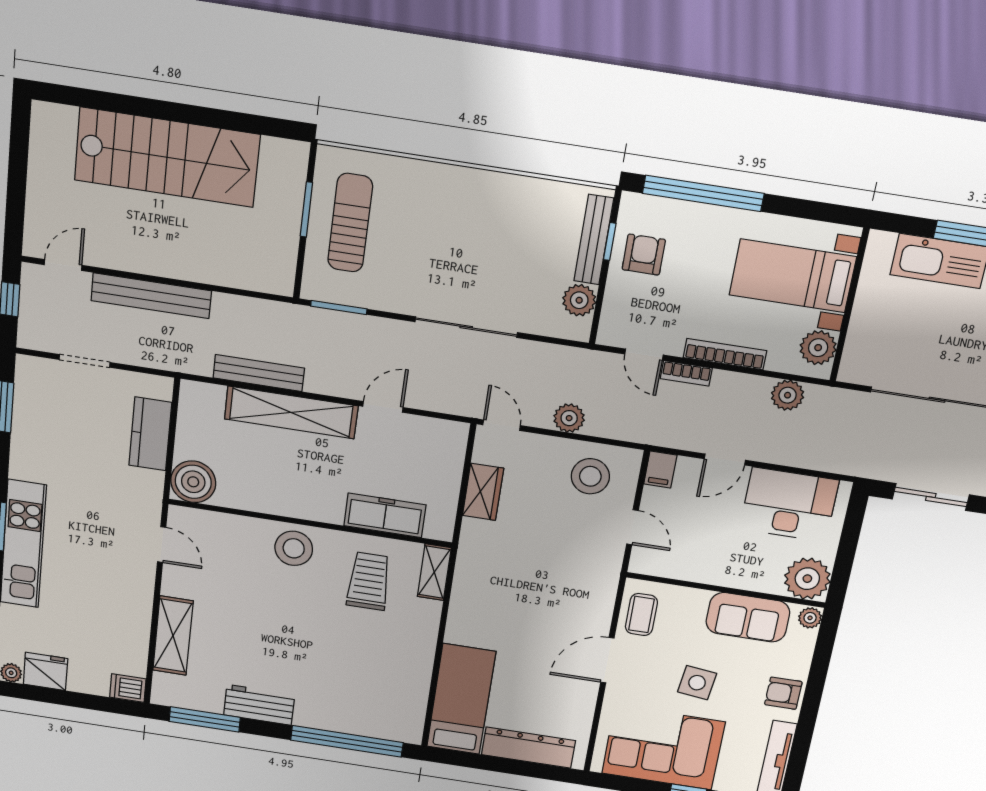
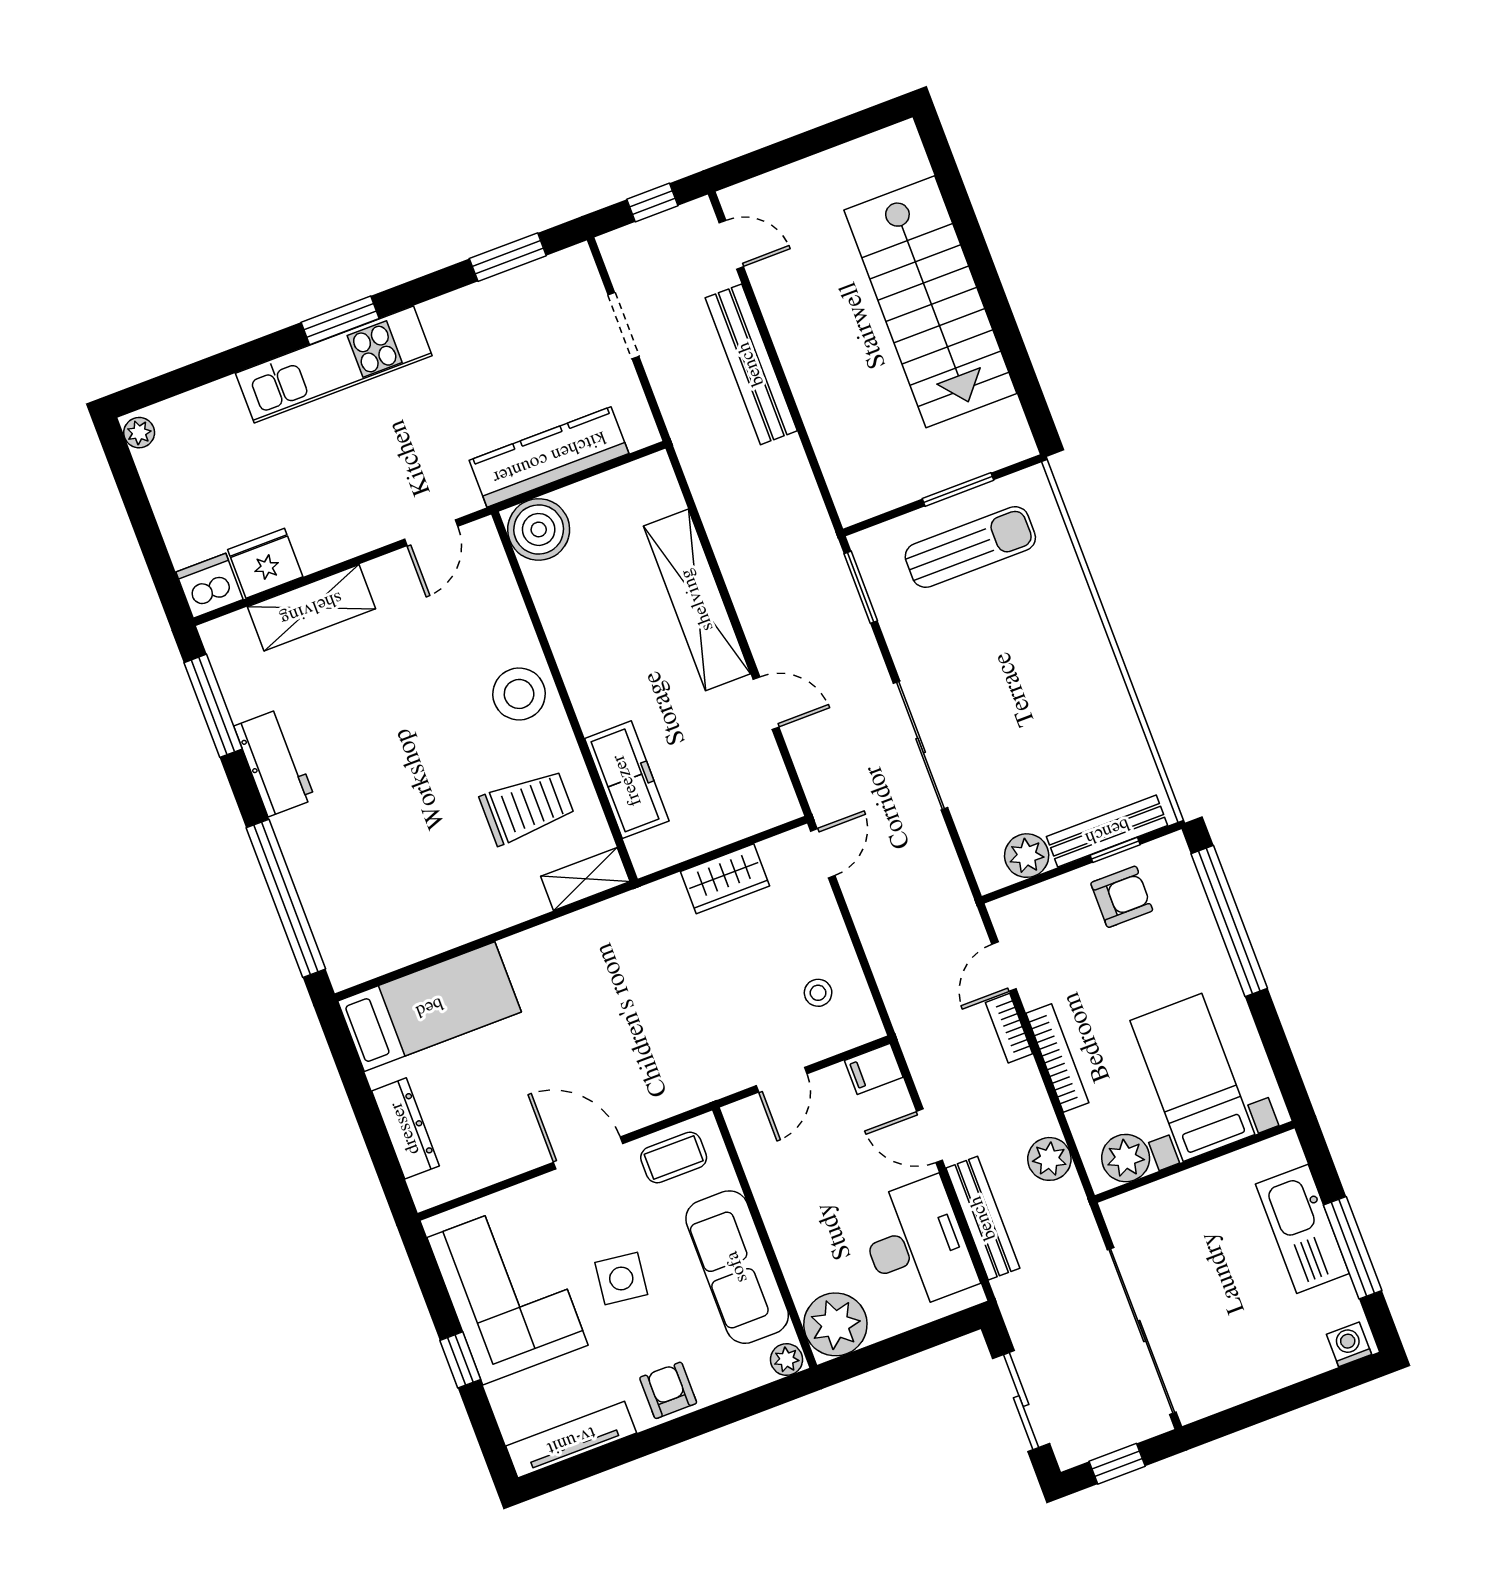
bench: (259, 373) -> (983, 1218), moved
plant: (569, 418) -> (877, 926), removed
kitchen counter: (150, 434) -> (549, 457), width x1.50
stool: (590, 476) -> (818, 993), width x0.53, depth x0.53
sofa: (748, 617) -> (737, 1267), width x1.36
fridge: (45, 671) -> (265, 563), moved, turned -90
dishwasher: (128, 688) -> (209, 586), width x1.38
dresser: (528, 748) -> (405, 1128), width x0.73, depth x0.80

